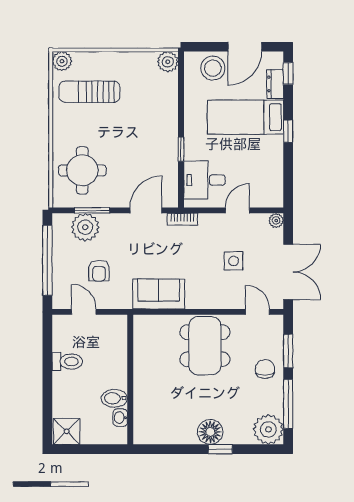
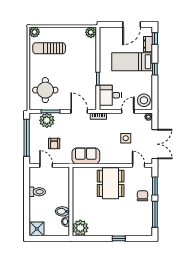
stool: (213, 68) -> (144, 100), moved
door: (146, 210) -> (79, 111), hinge flipped
plant: (268, 429) -> (80, 228), moved
floor lamp: (210, 432) -> (113, 229), removed

